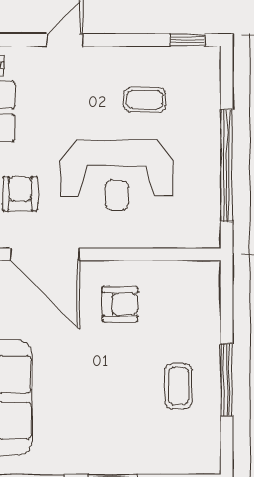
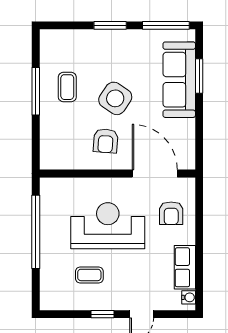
window: (187, 40) -> (103, 314), moved
armchair: (120, 304) -> (106, 141), turned -86
side table: (105, 369) -> (115, 98), added

